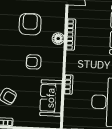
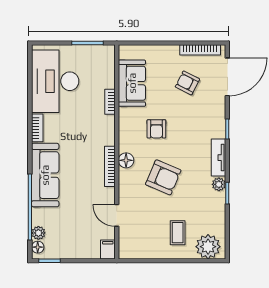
armchair: (30, 24) -> (163, 177), turned -67
armchair: (34, 62) -> (156, 129), turned 90

